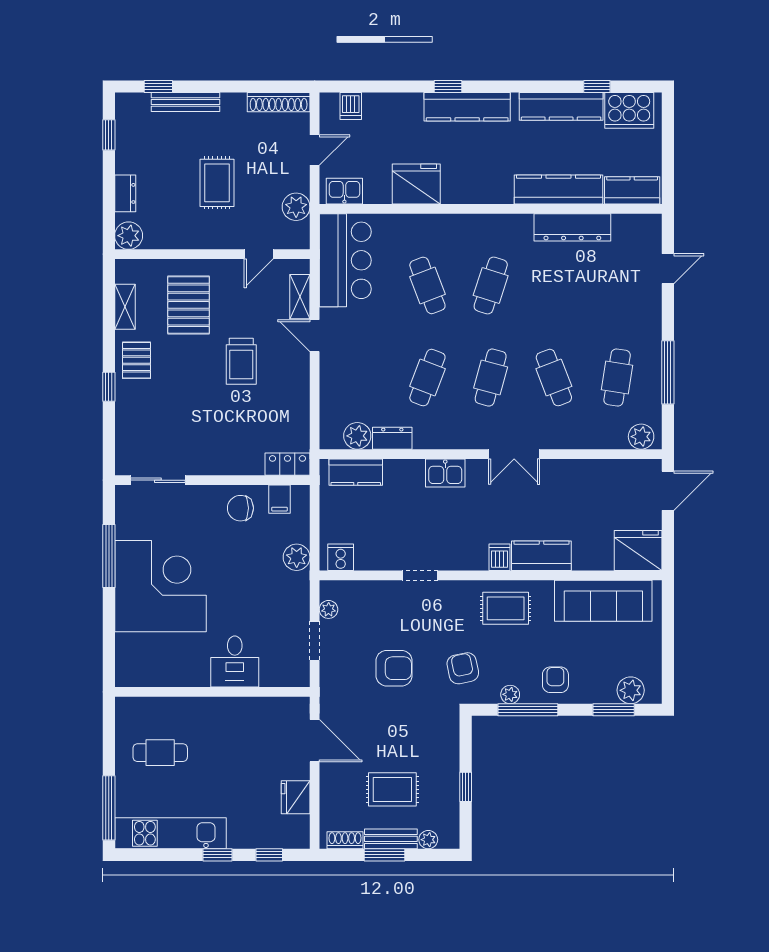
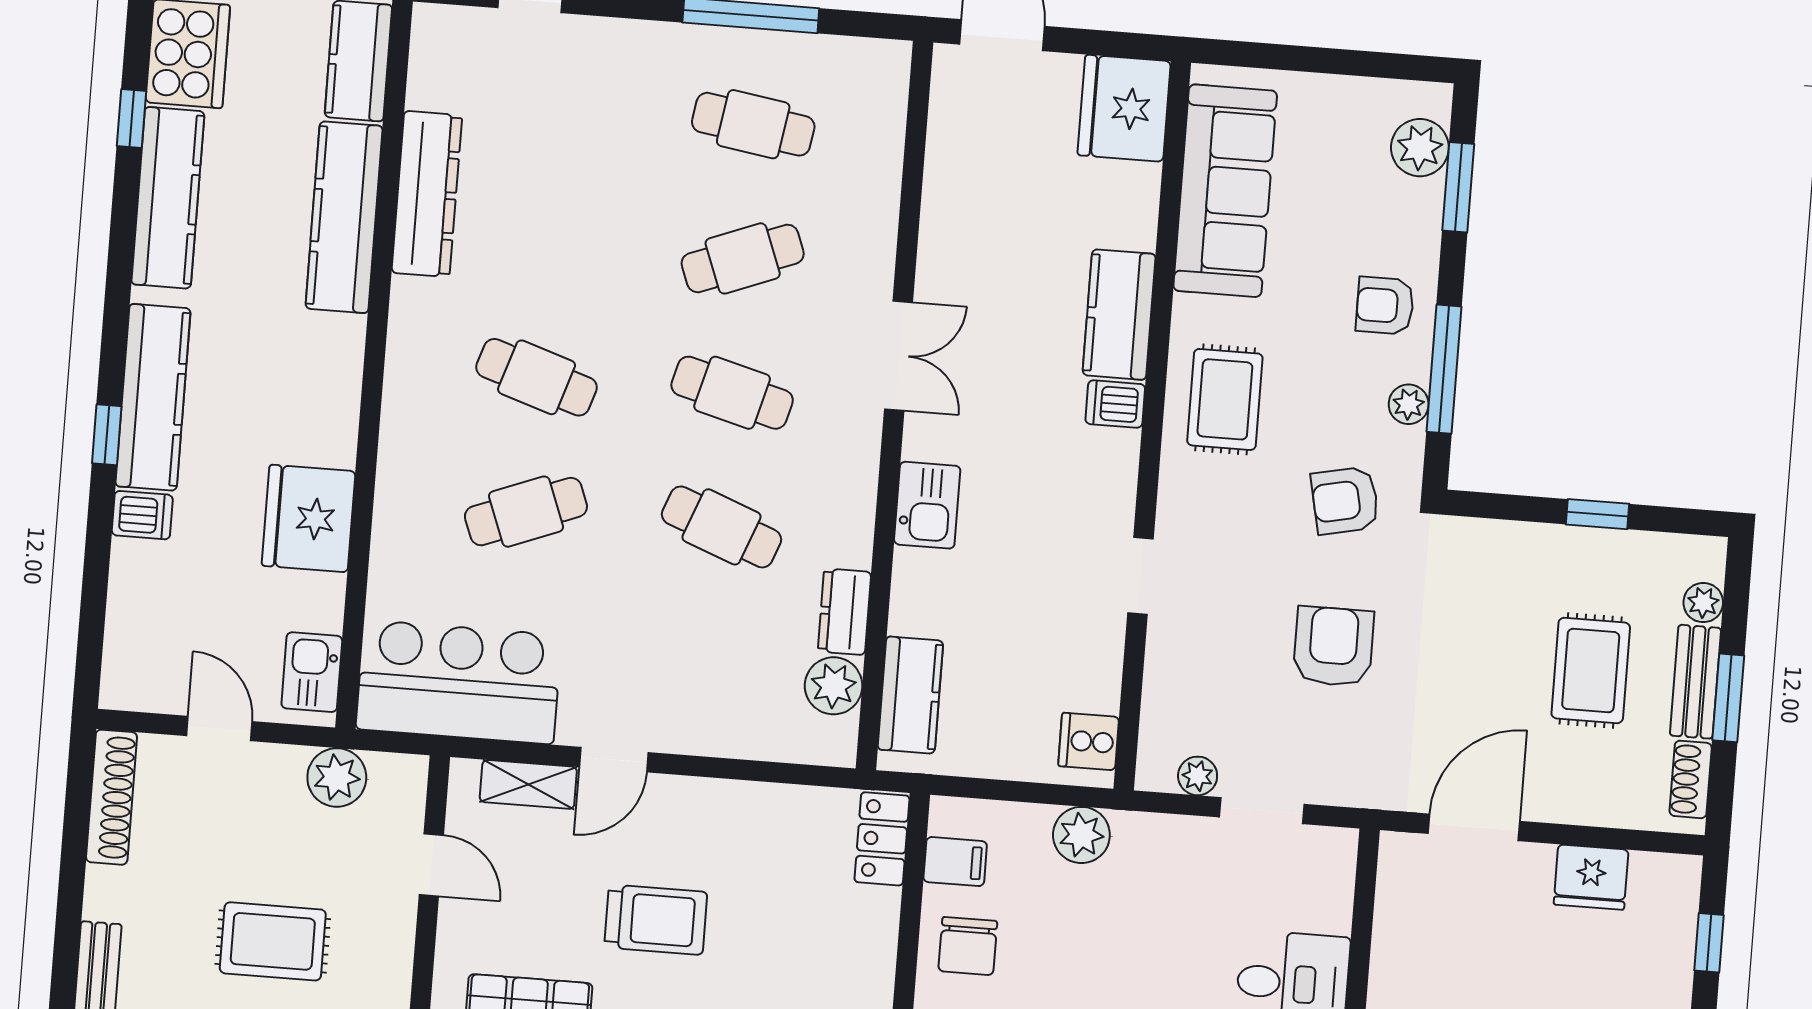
dishwasher: (351, 106) -> (142, 515), moved
plant: (641, 437) -> (883, 83), removed

